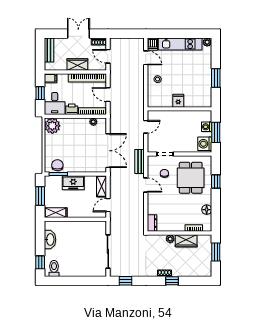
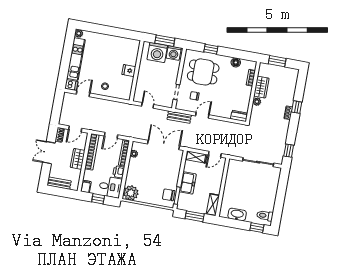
window: (216, 78) -> (114, 31), removed
washing machine: (207, 127) -> (157, 52), width x1.89, depth x1.89
door: (108, 205) -> (215, 154), hinge flipped

